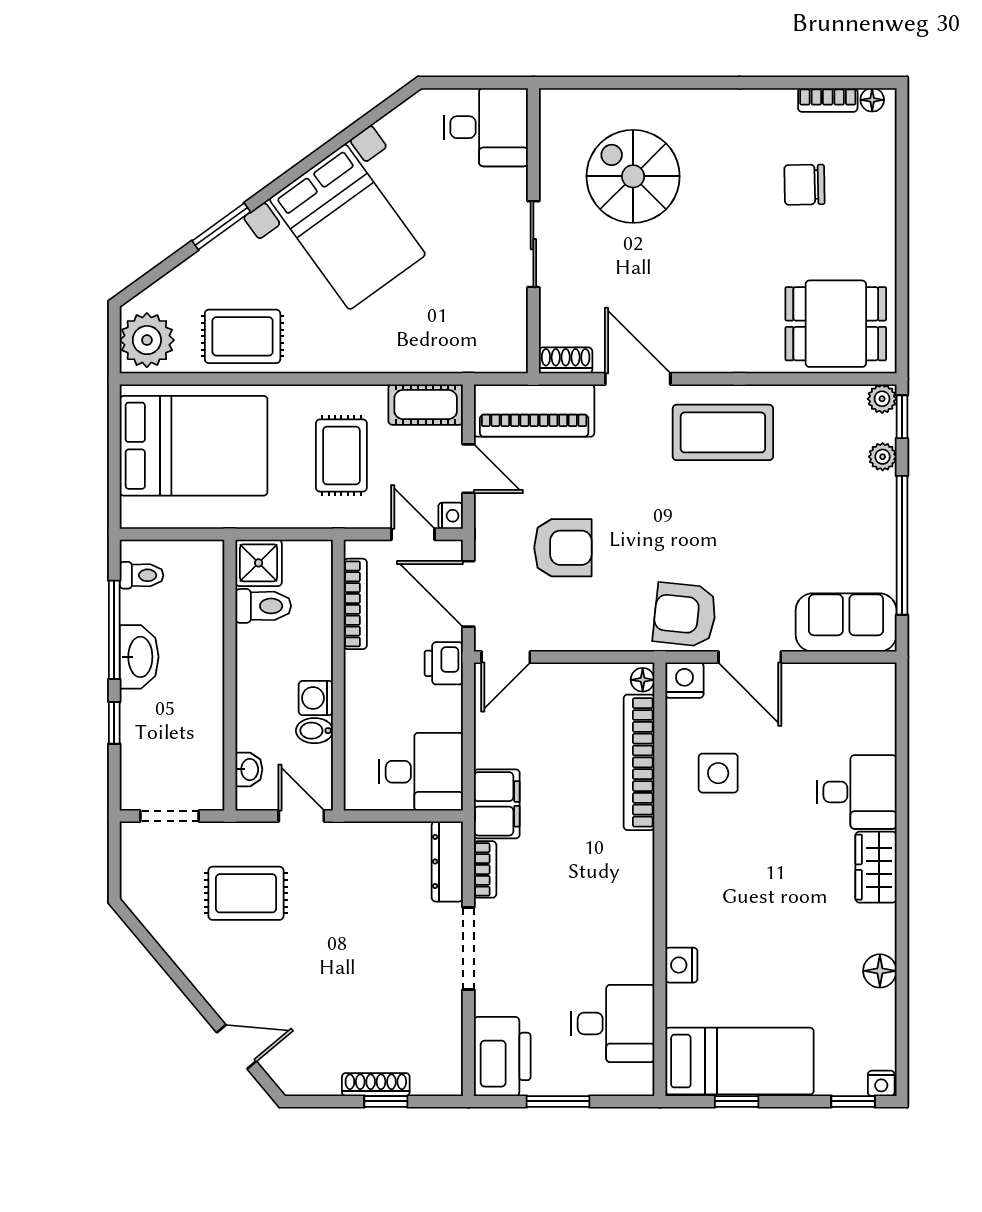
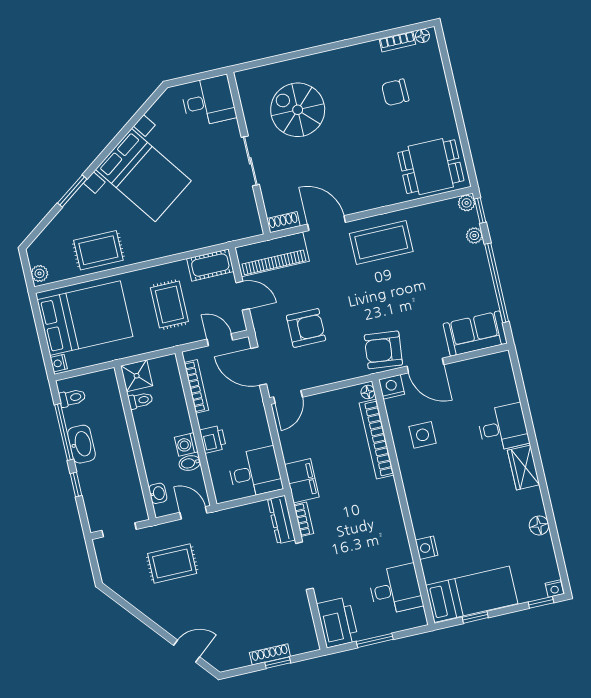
plant: (147, 340) -> (39, 273), width x0.53, depth x0.53
nightstand: (451, 516) -> (59, 363), moved, turned 180
toilet: (263, 606) -> (140, 400), width x0.73, depth x0.72
printer: (444, 663) -> (213, 439), moved, turned 180

